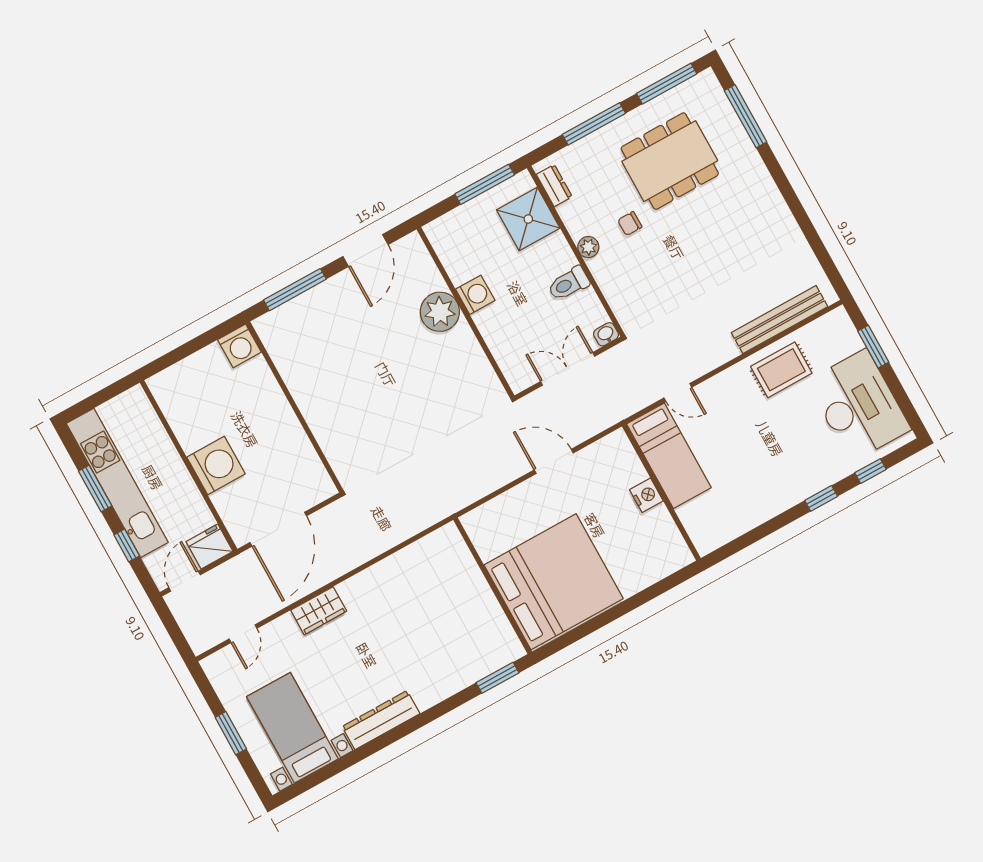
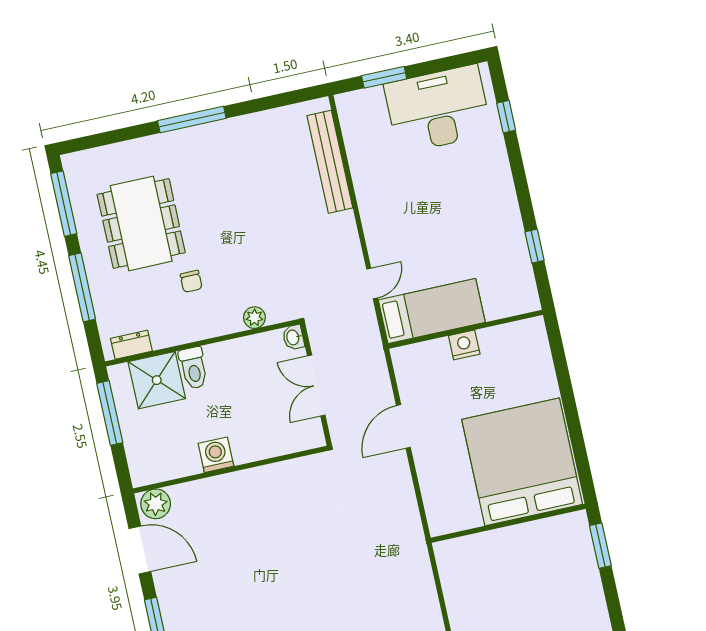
window: (746, 116) -> (192, 120), moved
plant: (588, 247) -> (254, 318), moved
toilet: (569, 284) -> (193, 368), moved
plant: (440, 312) -> (156, 504), moved, width x0.73, depth x0.73
rug: (781, 370) -> (380, 175), removed
window: (821, 498) -> (535, 246), moved

